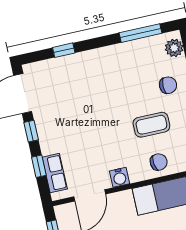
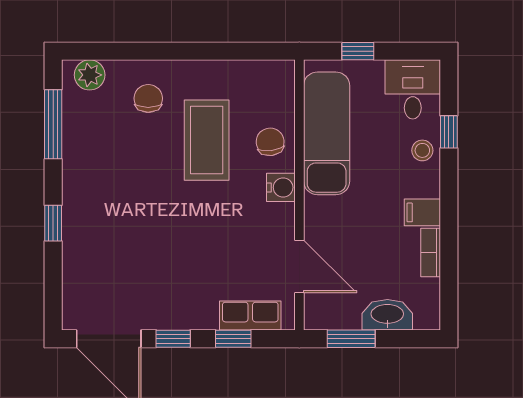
window: (64, 50) -> (53, 223), moved
coffee table: (151, 125) -> (207, 140), width x1.36, depth x1.32
water cooler: (120, 177) -> (281, 187), moved

